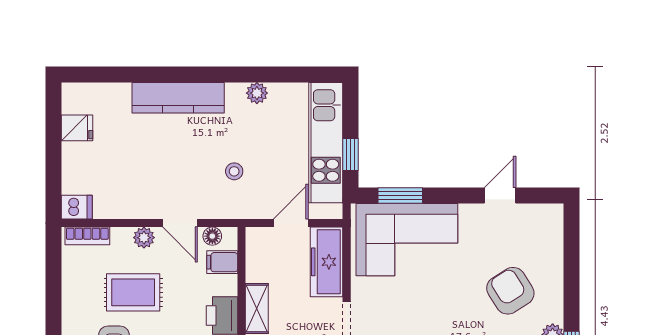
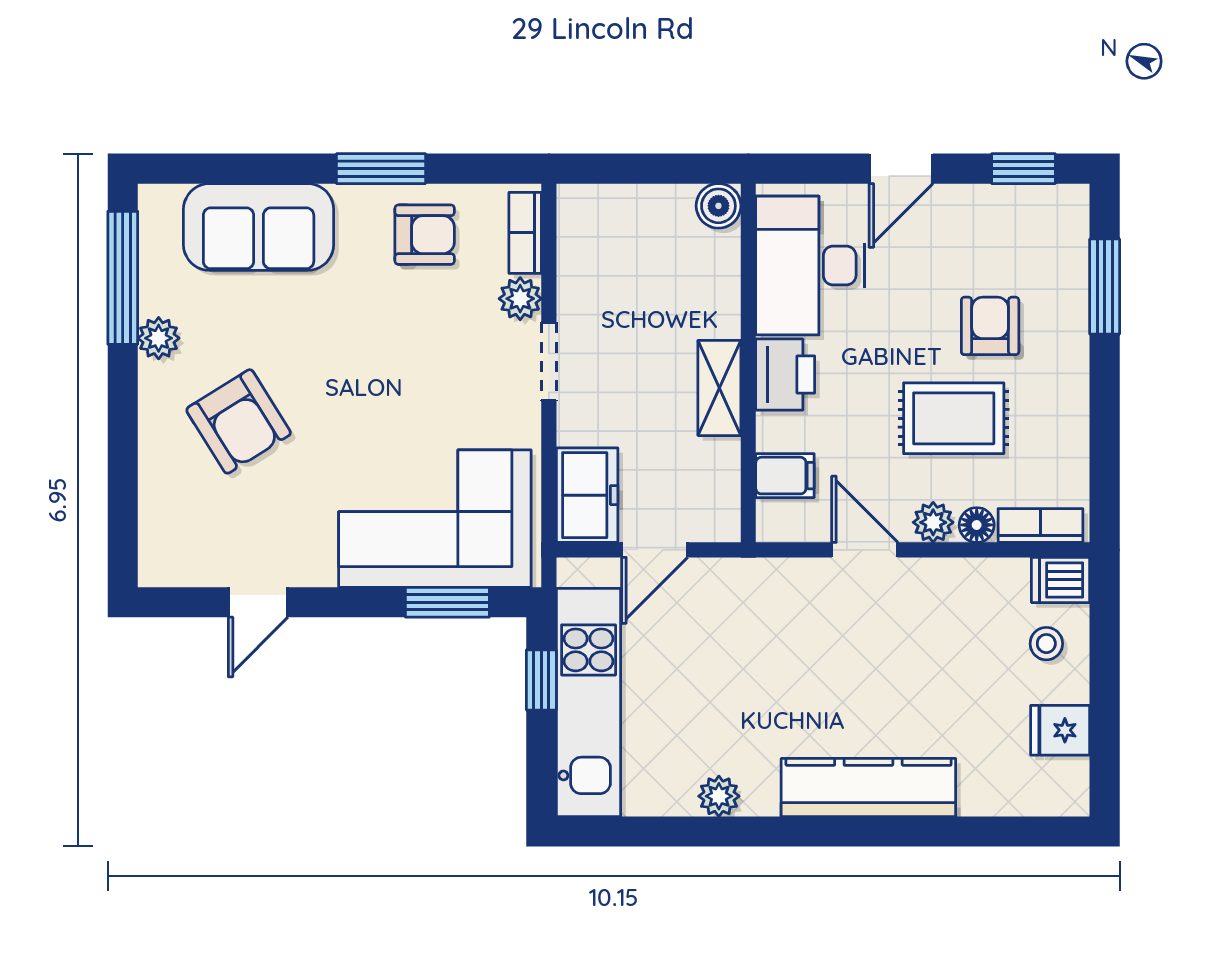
stool: (234, 171) -> (1046, 644), moved
floor lamp: (212, 236) -> (977, 525), moved
freezer: (327, 262) -> (587, 495), width x0.71

